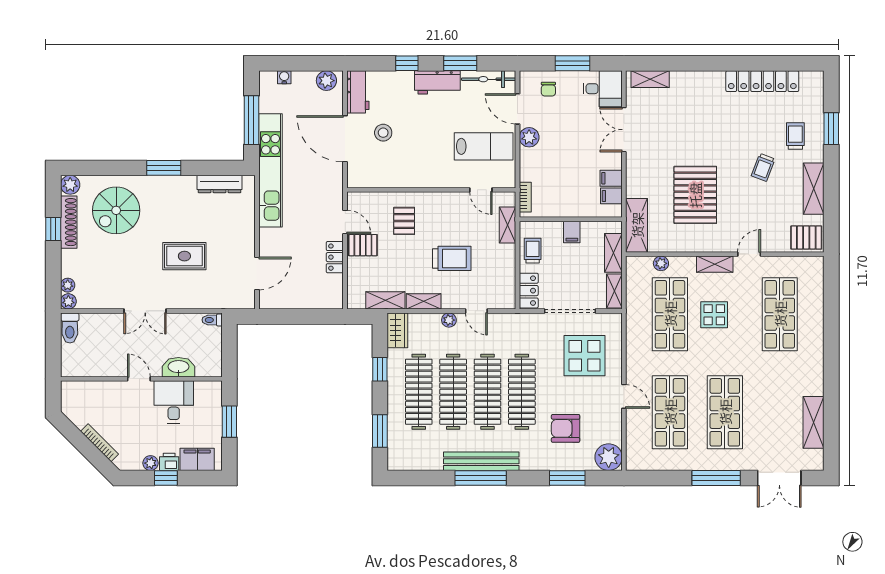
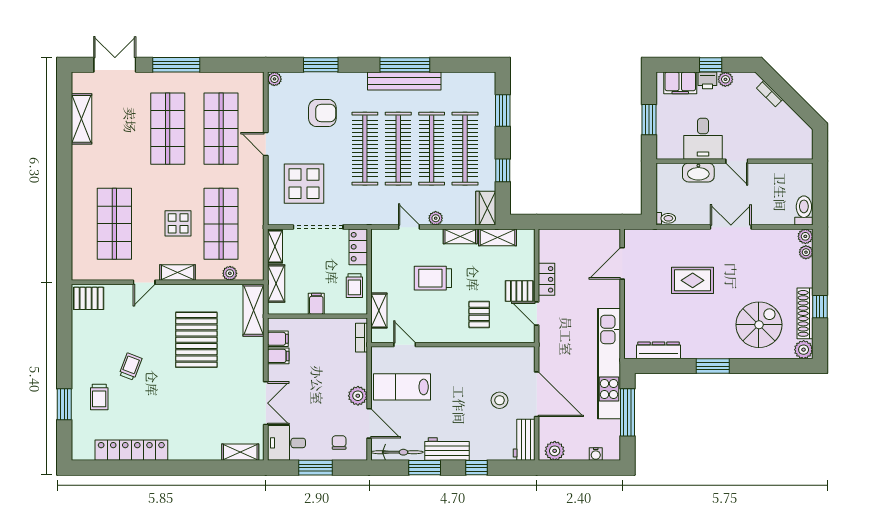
shelving: (814, 189) -> (81, 346), removed
bookcase: (100, 443) -> (770, 94), width x0.64
plant: (609, 457) -> (274, 79), width x0.53, depth x0.53

